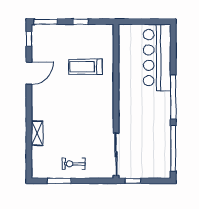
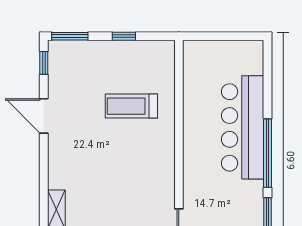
bar counter: (157, 58) -> (243, 127), moved
door: (29, 73) -> (44, 116), swing flipped

